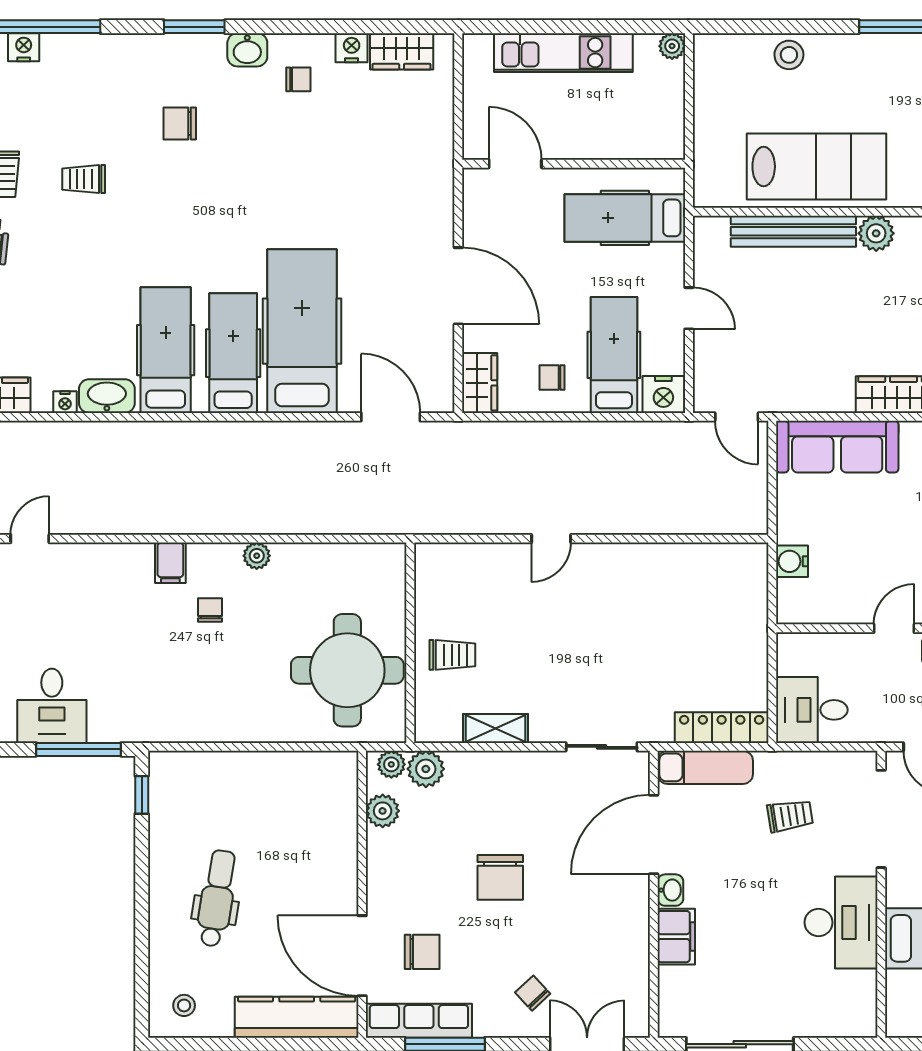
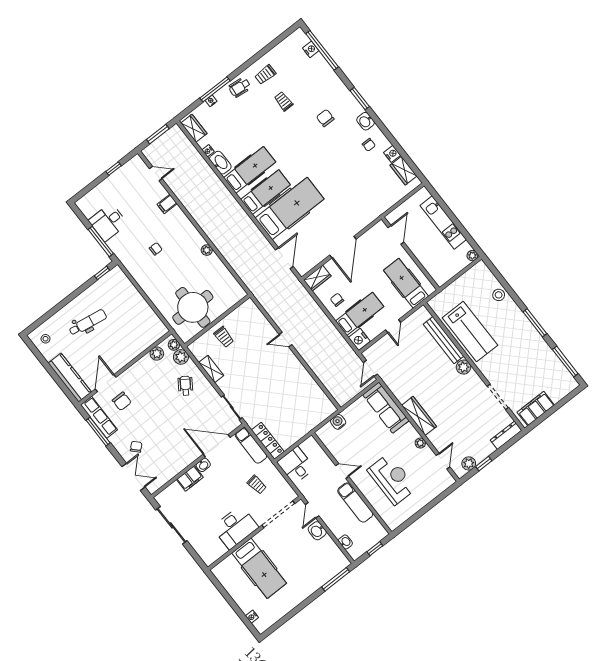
filing cabinet: (170, 563) -> (167, 204), moved
chair: (210, 610) -> (156, 249), moved
wheelchair: (489, 804) -> (185, 386), added
chair: (500, 877) -> (165, 408), removed
door: (362, 956) -> (106, 383), width x0.73

